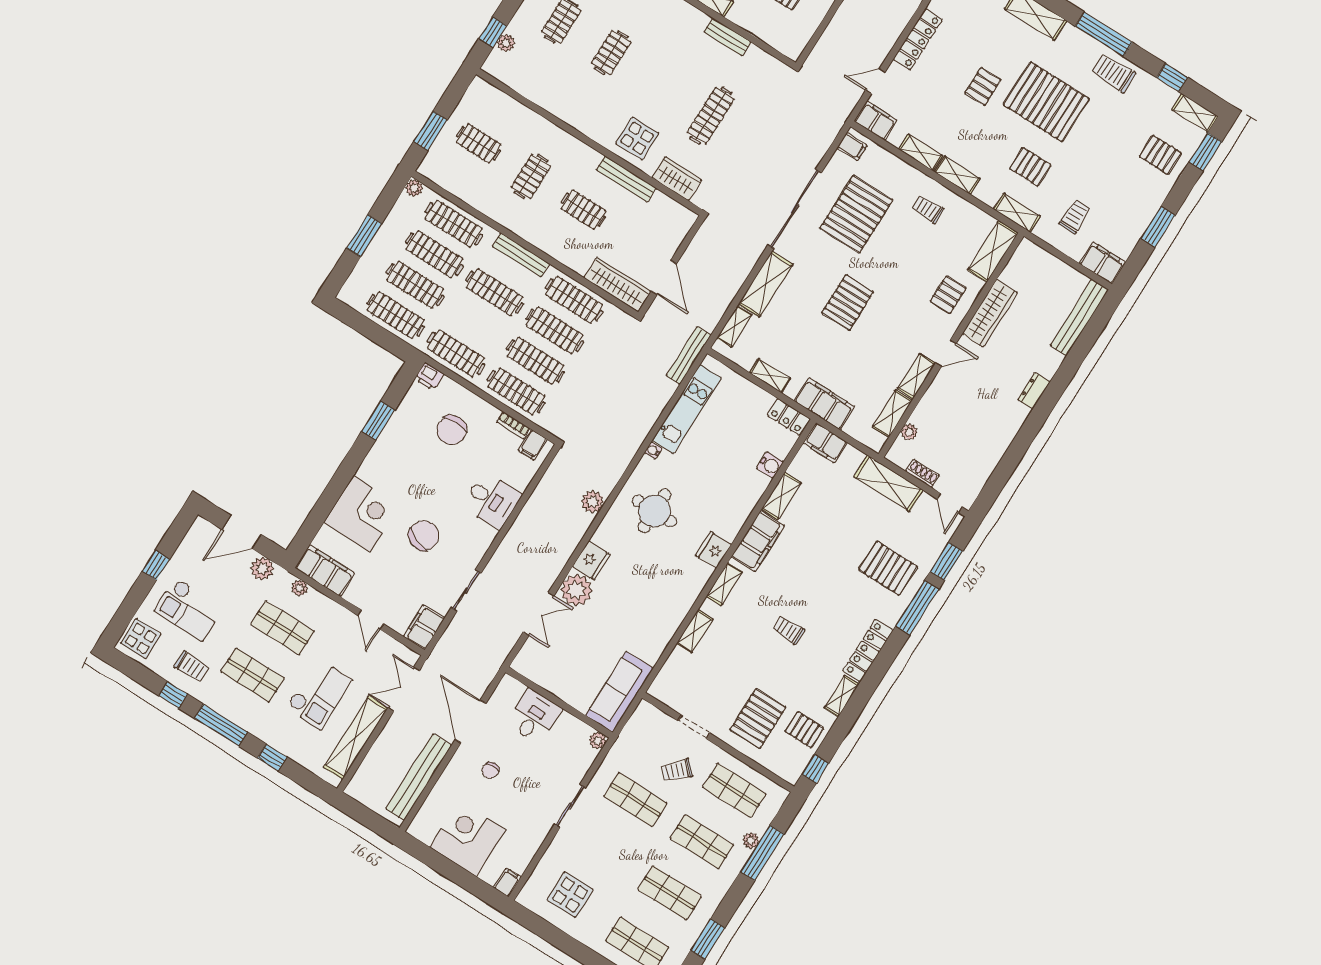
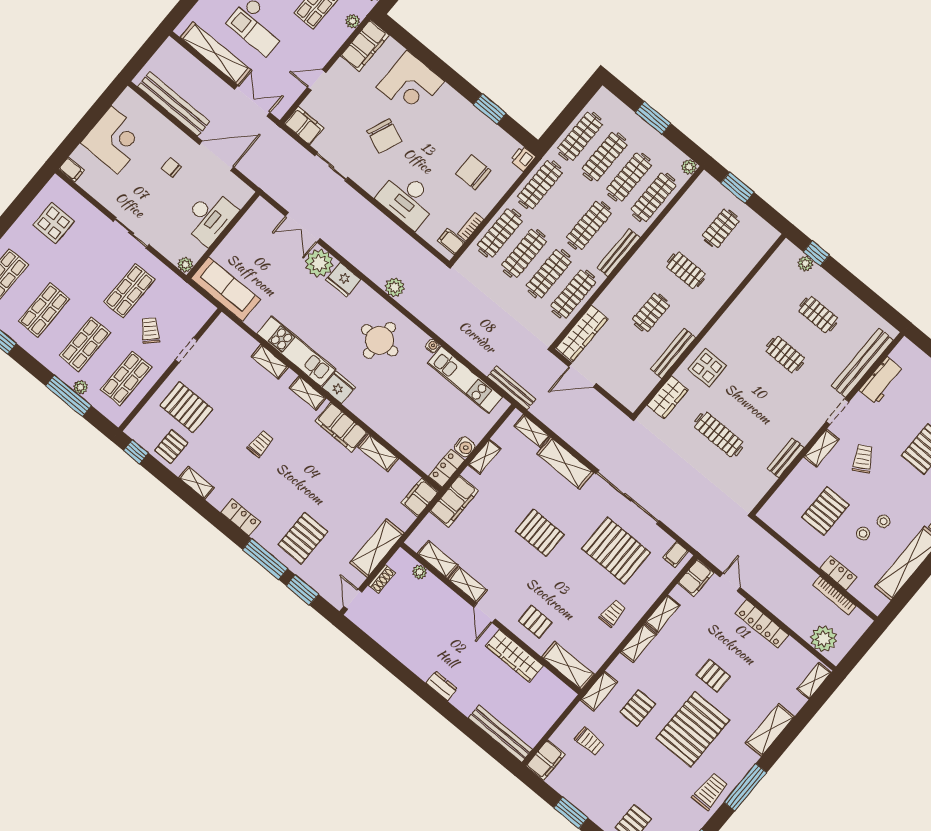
water cooler: (770, 465) -> (465, 447), moved, turned -90
desk: (492, 500) -> (407, 199), width x1.37
door: (950, 503) -> (353, 599), hinge flipped
kitchen unit: (679, 603) -> (296, 351), added
locker: (868, 651) -> (241, 517), width x0.66
desk: (534, 716) -> (209, 217), width x1.37

